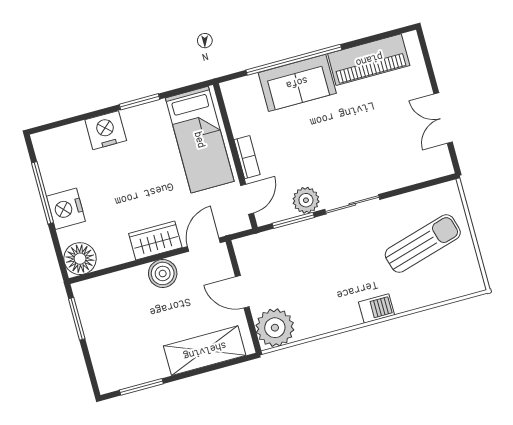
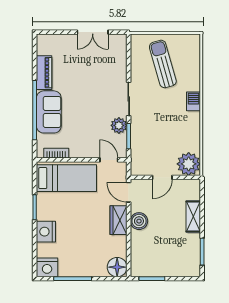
piano: (369, 60) -> (44, 73), width x0.73, depth x0.75
bookcase: (247, 157) -> (56, 153), moved
nightstand: (66, 209) -> (47, 267), moved
shelving: (205, 351) -> (193, 217), width x0.67, depth x0.75

